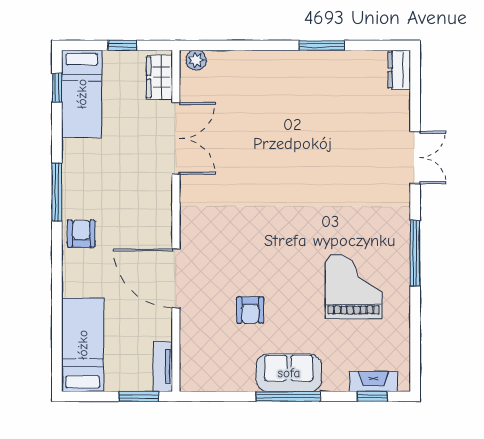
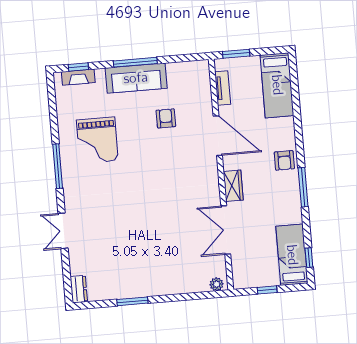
wardrobe: (159, 77) -> (233, 186), moved
tv unit: (163, 367) -> (223, 88), moved
sofa: (289, 373) -> (136, 78), width x1.36

